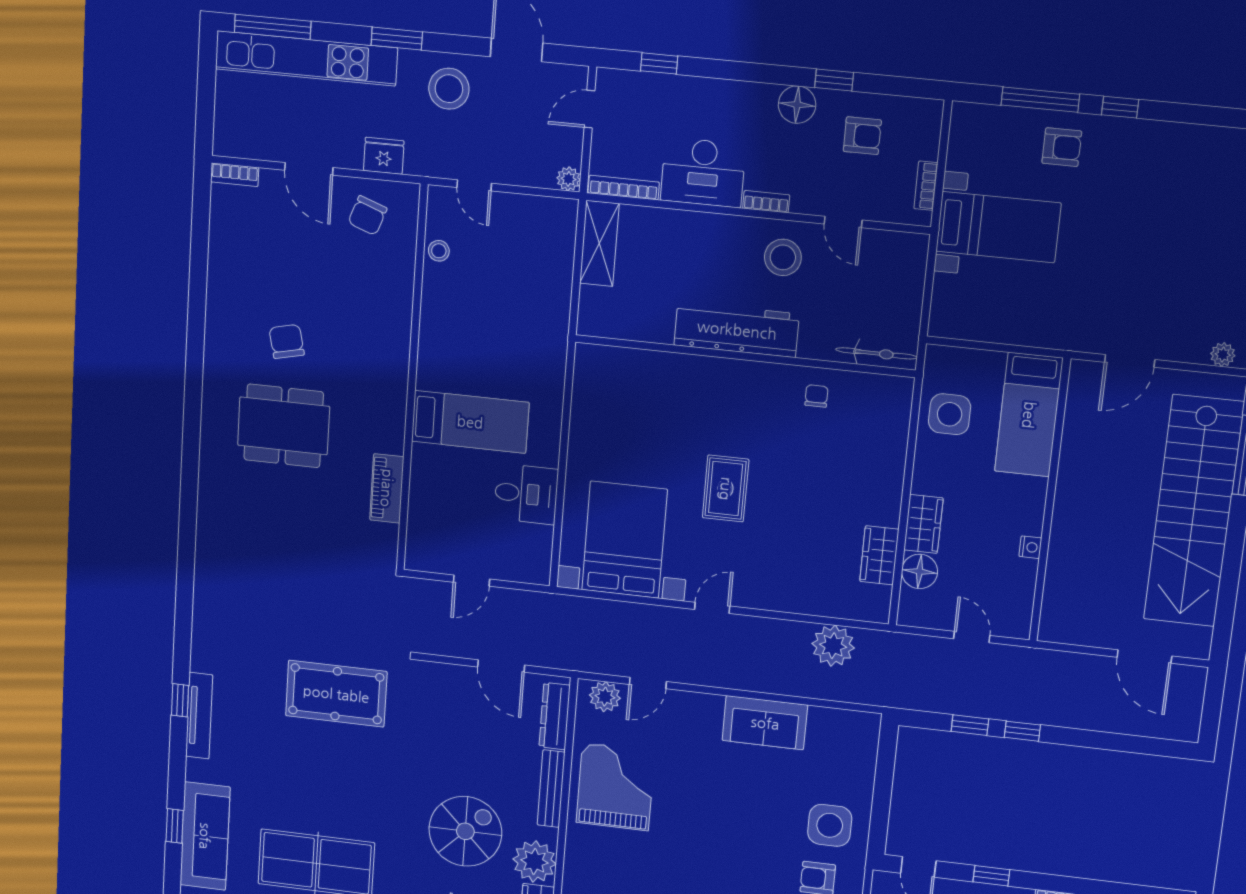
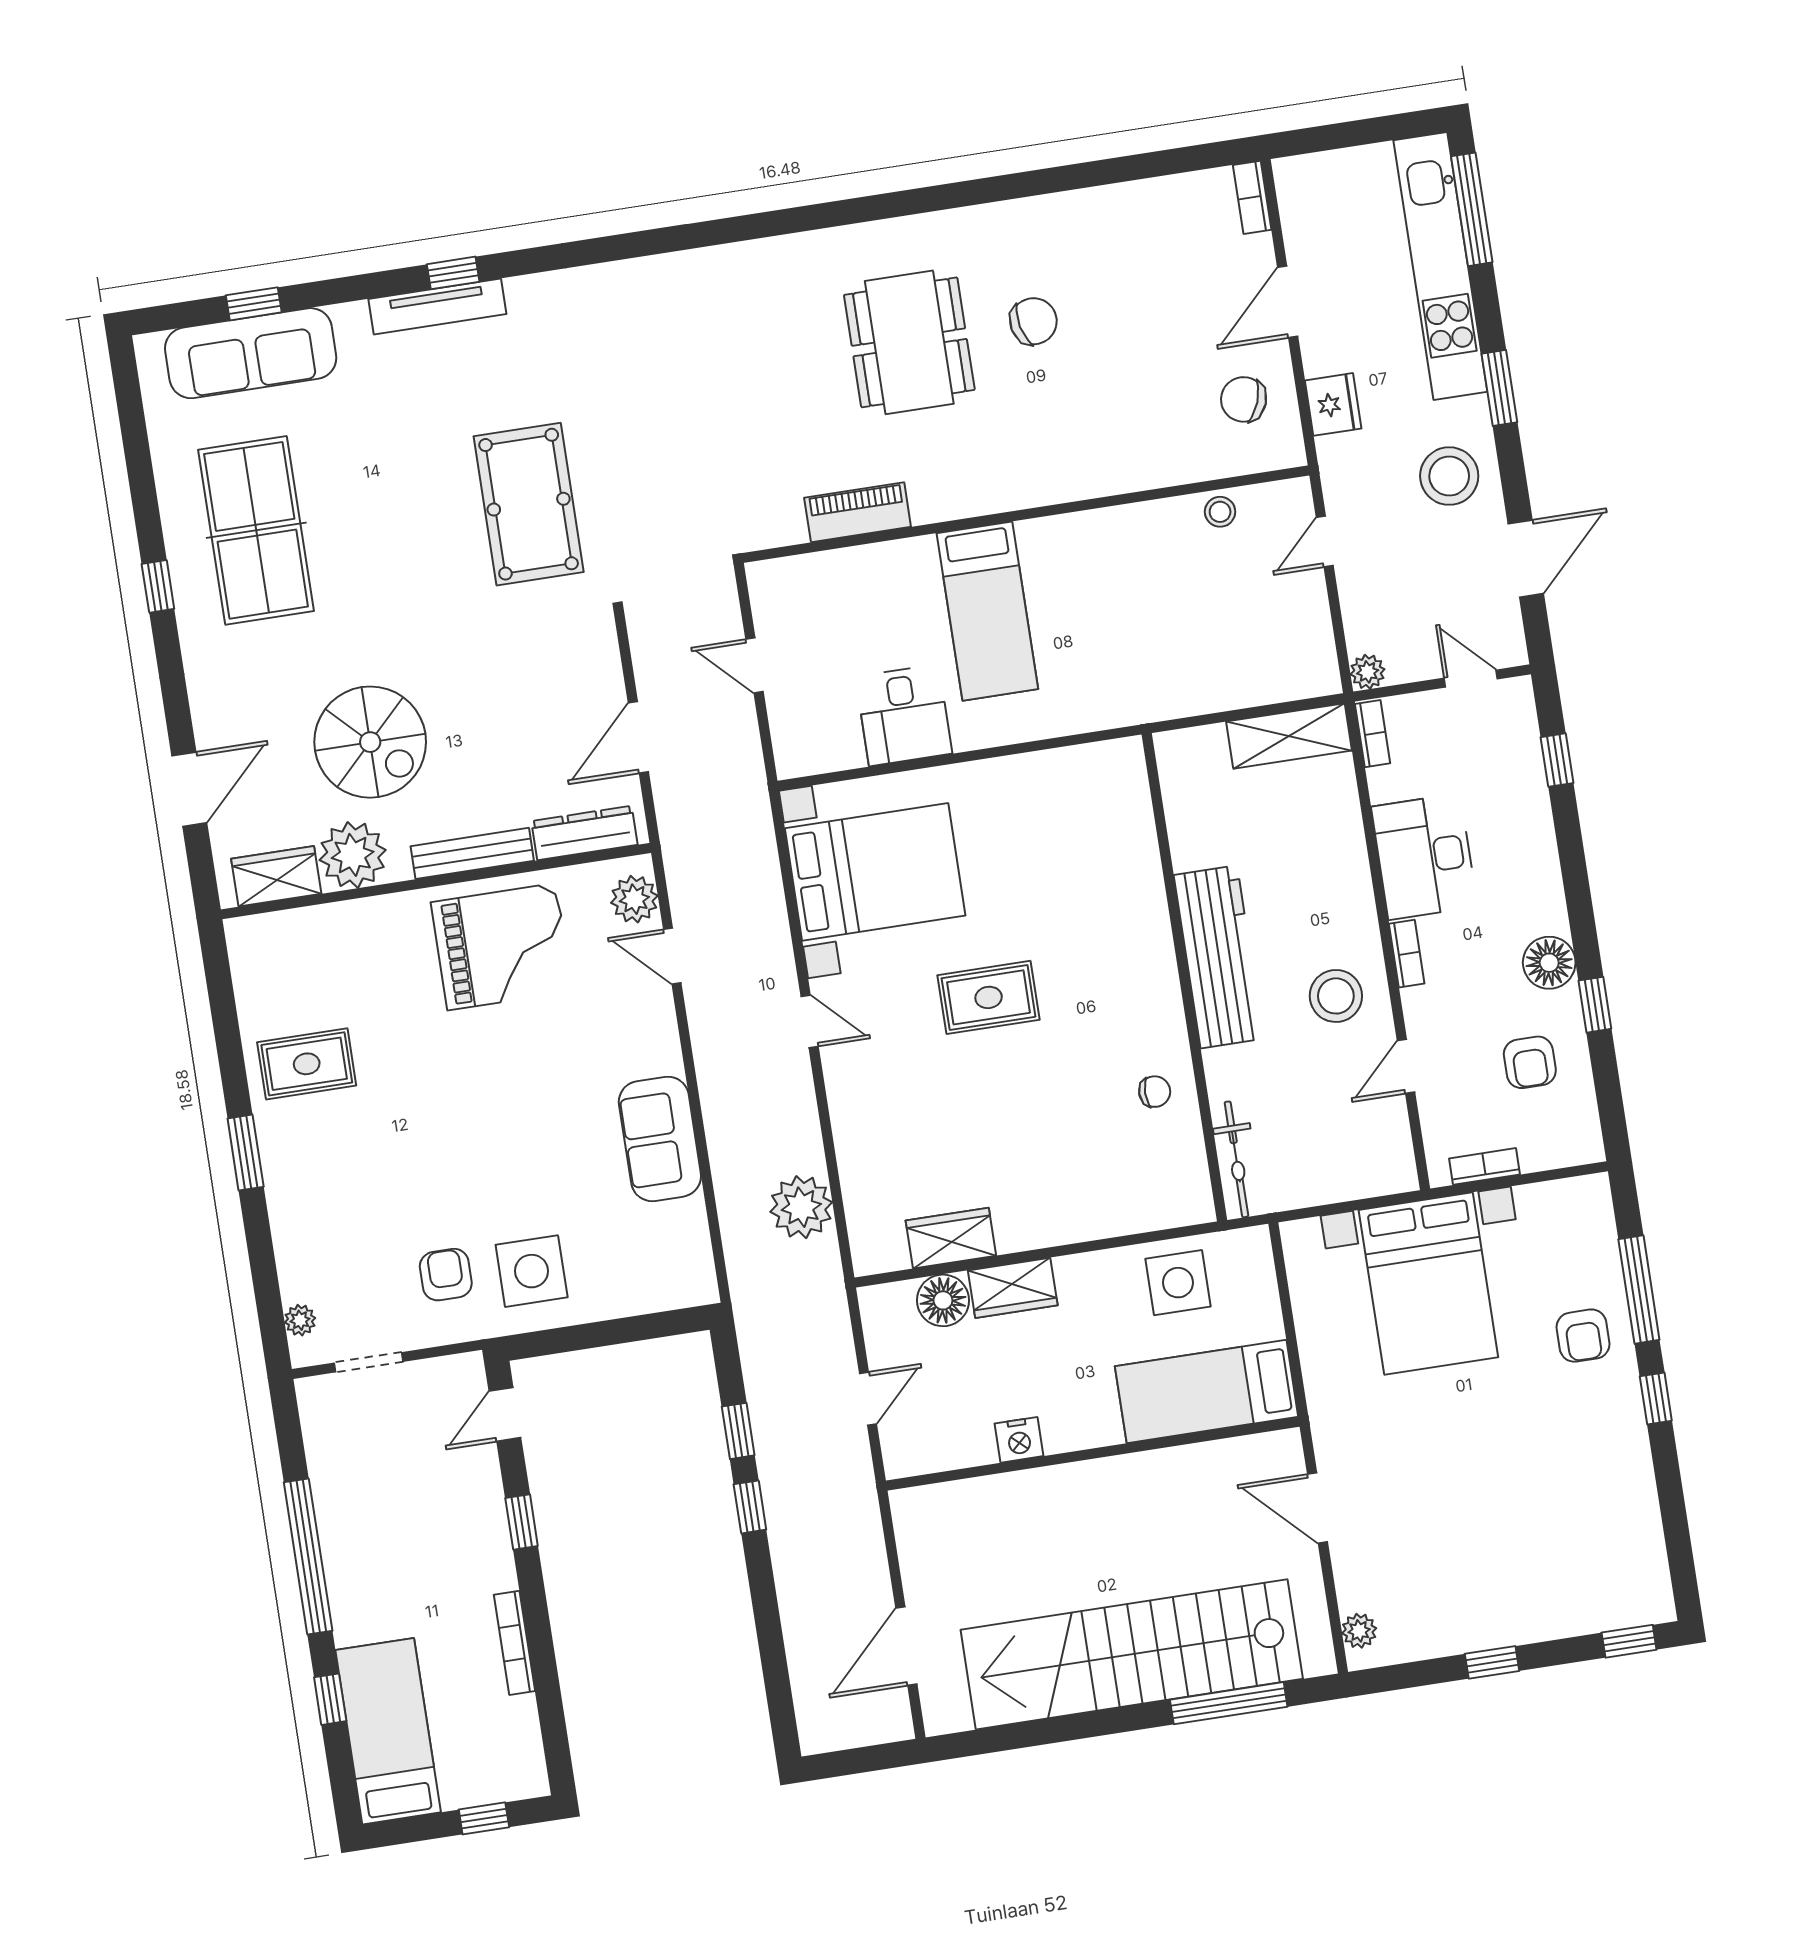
bookcase: (624, 188) -> (1373, 734), width x0.64
bed with nightstands: (998, 227) -> (1428, 1284), width x1.36
nightstand: (1030, 547) -> (1019, 1440), width x1.39, depth x1.35

